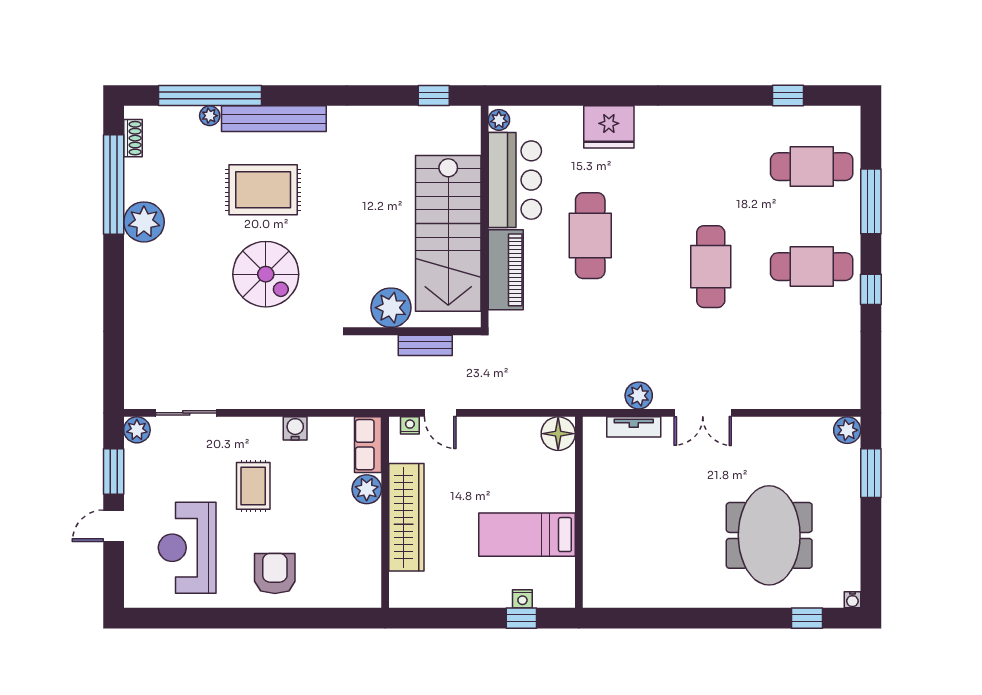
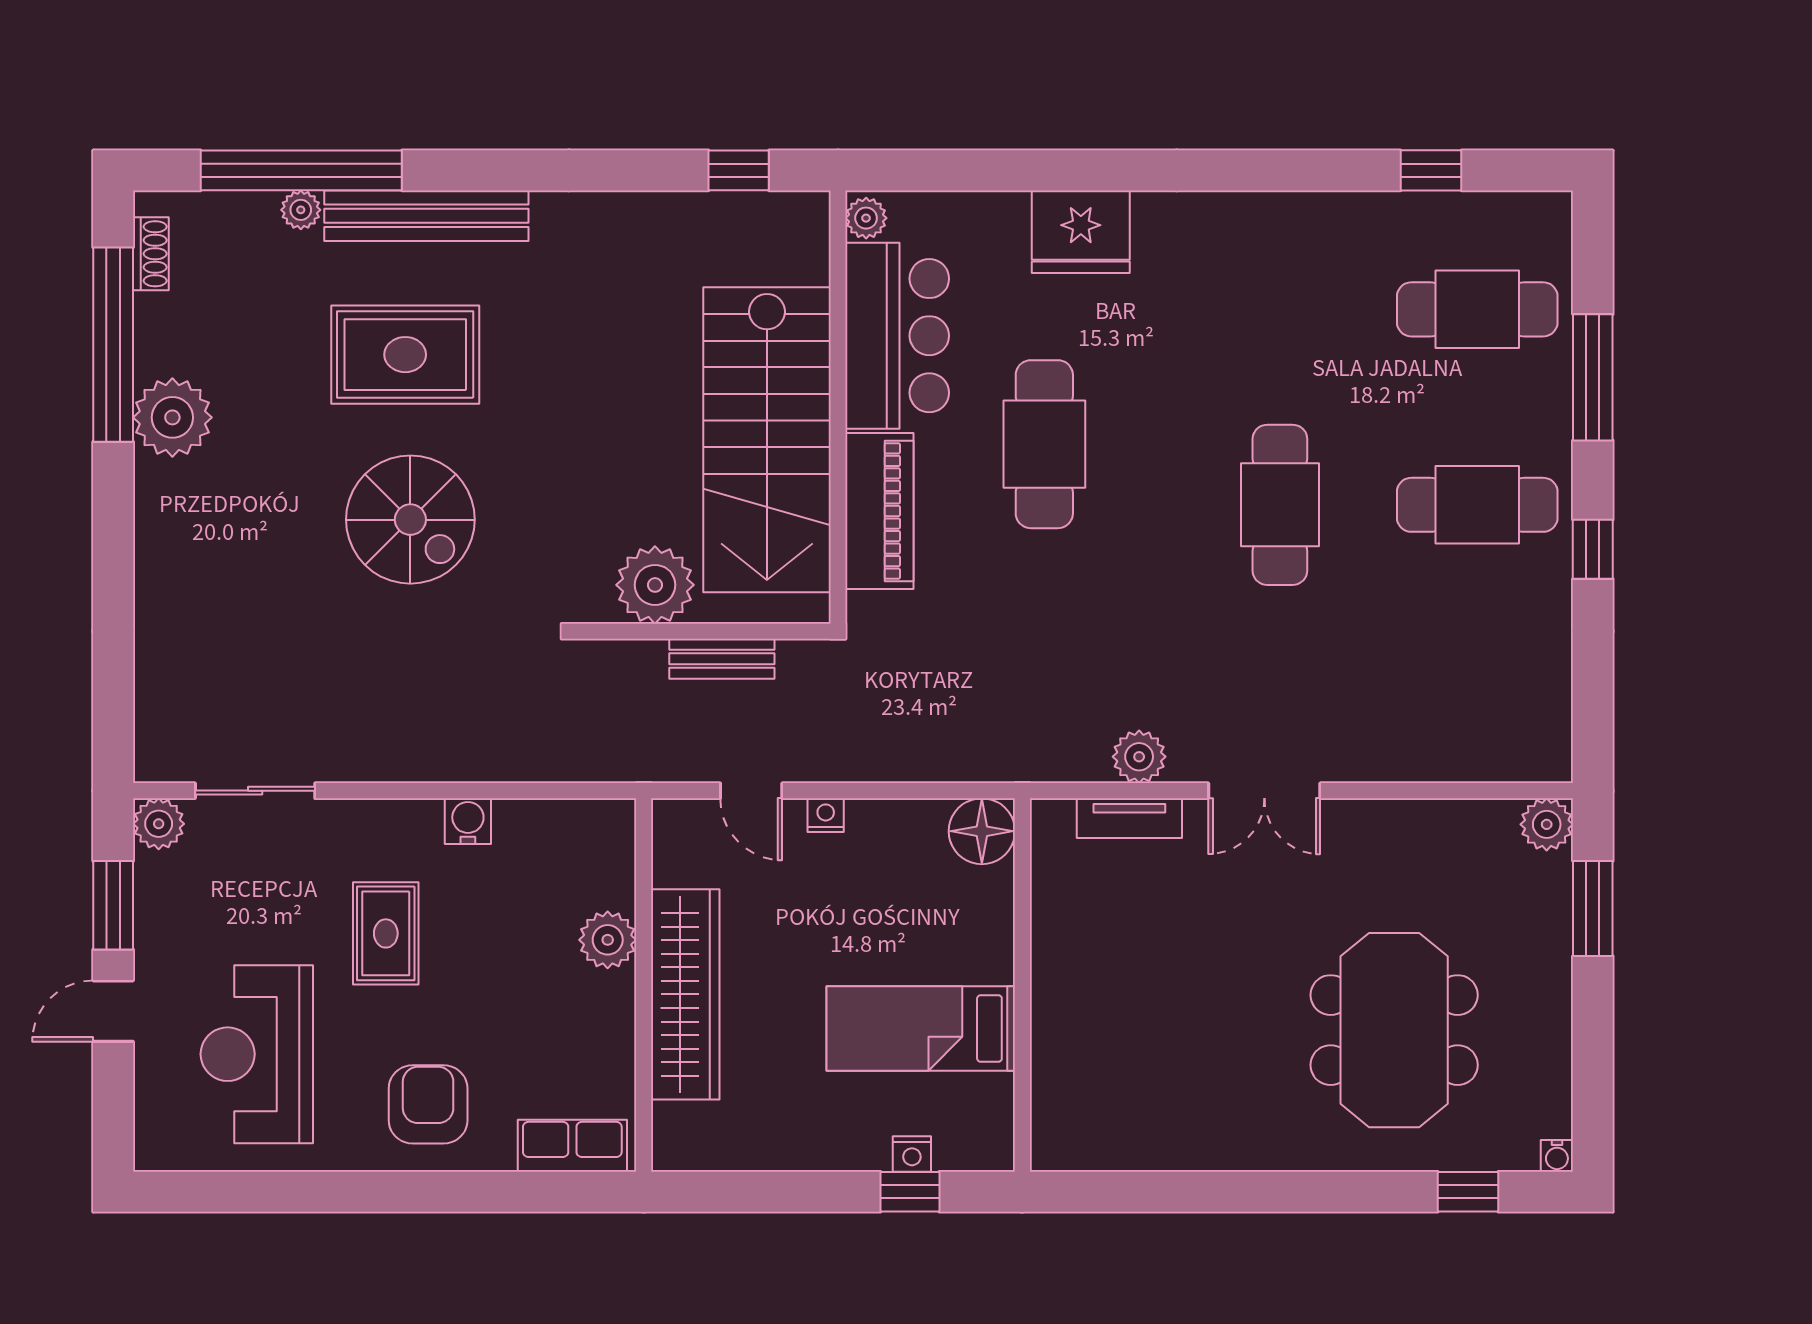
nightstand: (410, 425) -> (826, 815), moved
row of seats: (368, 445) -> (572, 1146), moved, turned 90

